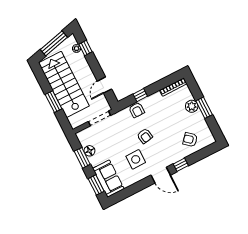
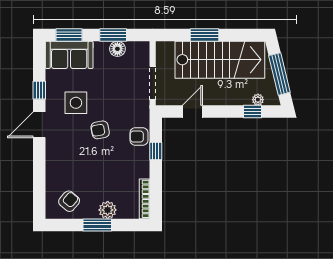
door: (104, 85) -> (192, 112), hinge flipped
armchair: (190, 140) -> (69, 201), moved
window: (181, 165) -> (39, 90), moved

